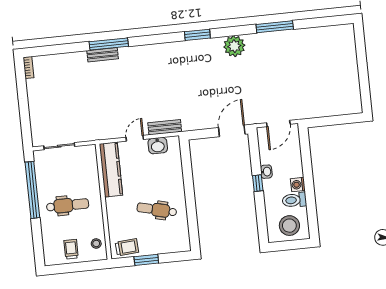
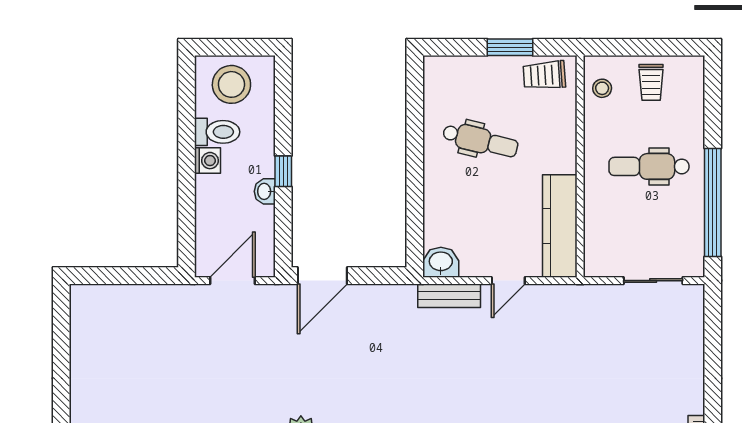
washbasin: (158, 146) -> (441, 262), moved

